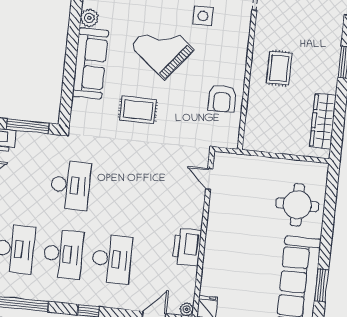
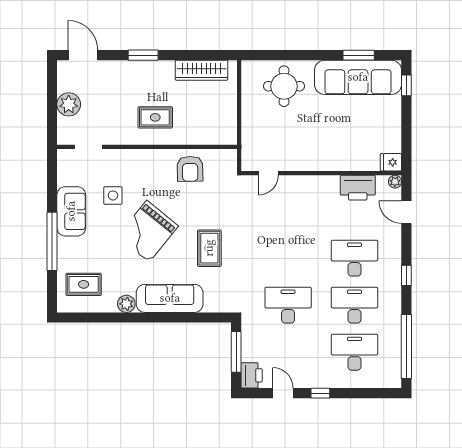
armchair: (222, 99) -> (190, 169), turned 89
printer: (187, 247) -> (358, 188), moved

